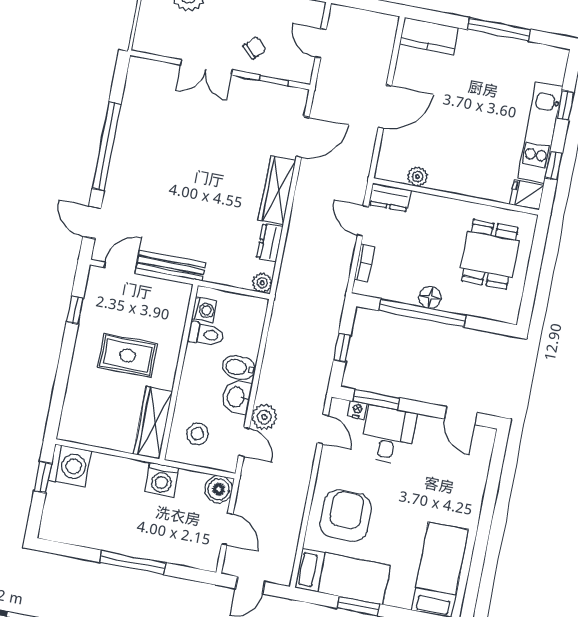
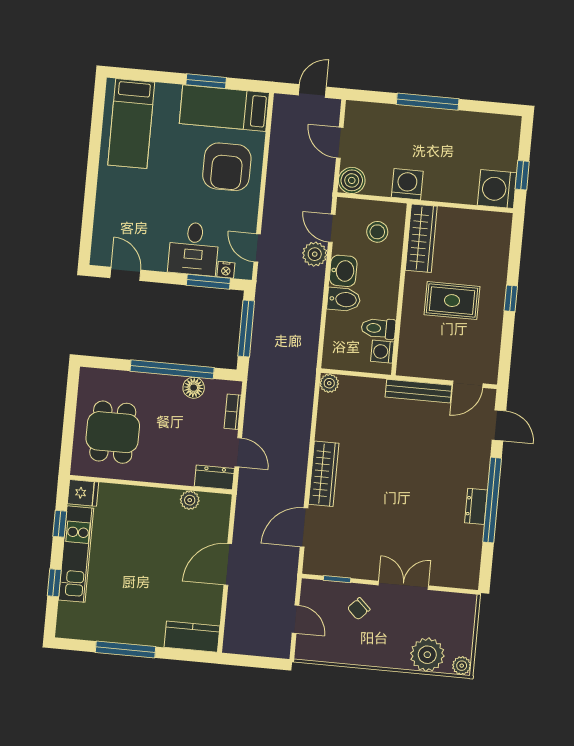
dresser: (270, 243) -> (476, 506), moved, turned 180
floor lamp: (430, 297) -> (194, 388), moved
window: (75, 310) -> (511, 298), moved
window: (342, 347) -> (246, 329), width x2.17

